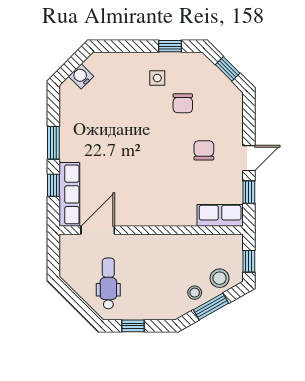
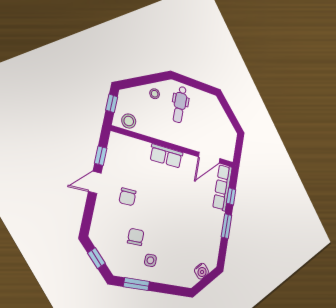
window: (170, 46) -> (136, 284), width x1.50
row of seats: (220, 215) -> (166, 156), moved
stool: (220, 278) -> (129, 121), moved
dental chair: (108, 283) -> (180, 104), moved
window: (211, 306) -> (145, 80), removed
window: (133, 326) -> (199, 85), removed

